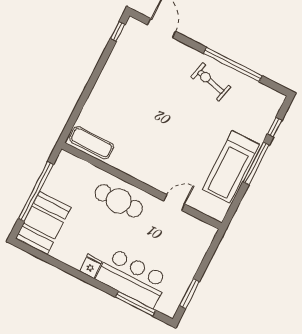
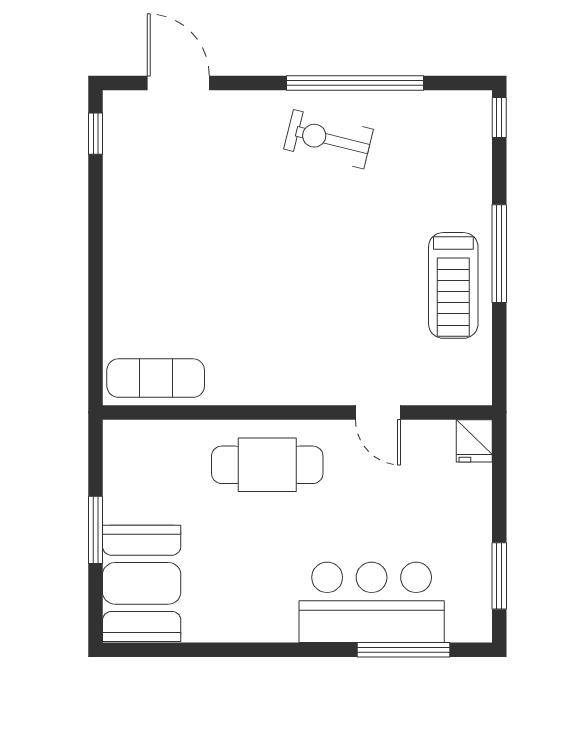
window: (275, 127) -> (499, 118), moved
treadmill: (231, 167) -> (453, 285), width x0.73, depth x0.73
window: (36, 192) -> (95, 530), width x0.47
door: (174, 203) -> (378, 412), swing flipped
fridge: (91, 266) -> (474, 441), moved, turned 180

